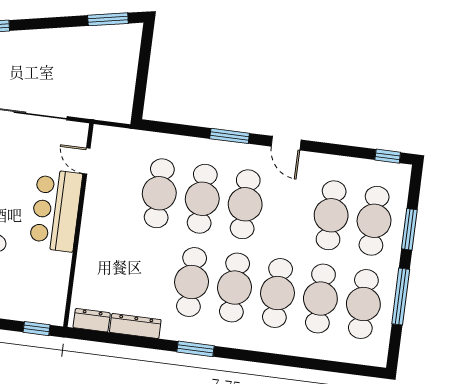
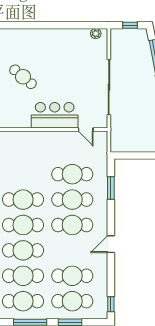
window: (230, 136) -> (111, 188), moved
door: (87, 161) -> (86, 129), swing flipped

